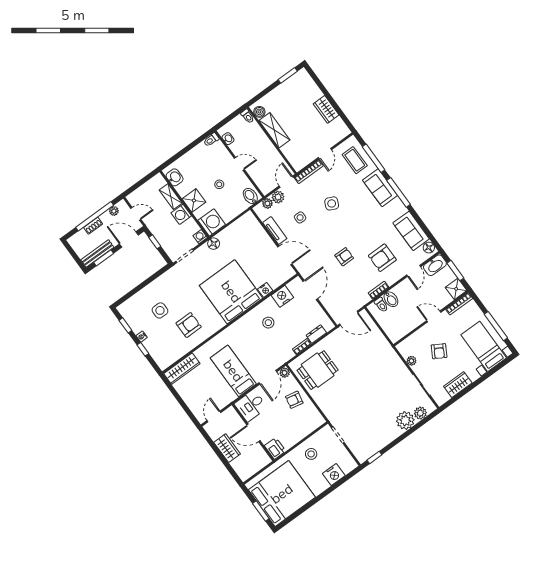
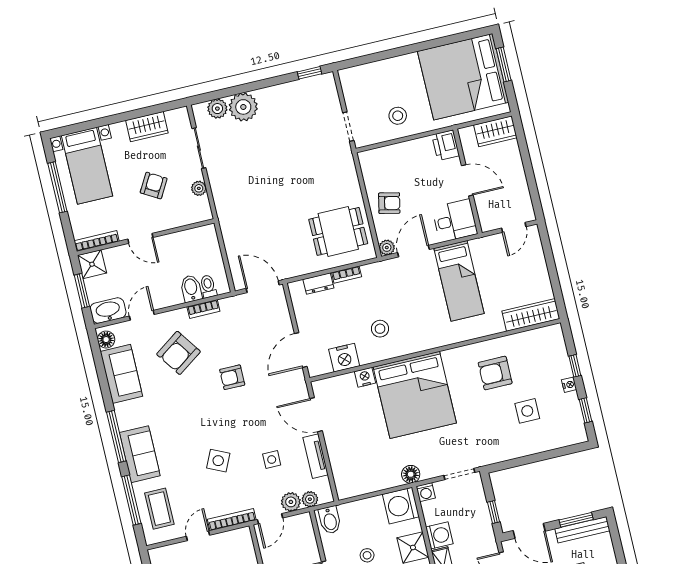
armchair: (382, 258) -> (178, 353), turned 145
wardrobe: (227, 448) -> (495, 131), moved, turned -90
nightstand: (334, 475) -> (378, 73), removed

